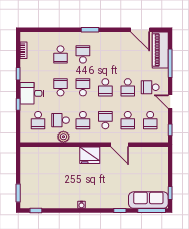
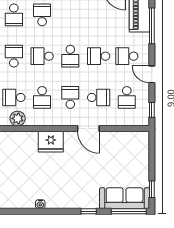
school desk: (83, 87) -> (42, 56), turned -90
school desk: (128, 87) -> (99, 56), turned 90
school desk: (128, 120) -> (99, 97), turned -90

